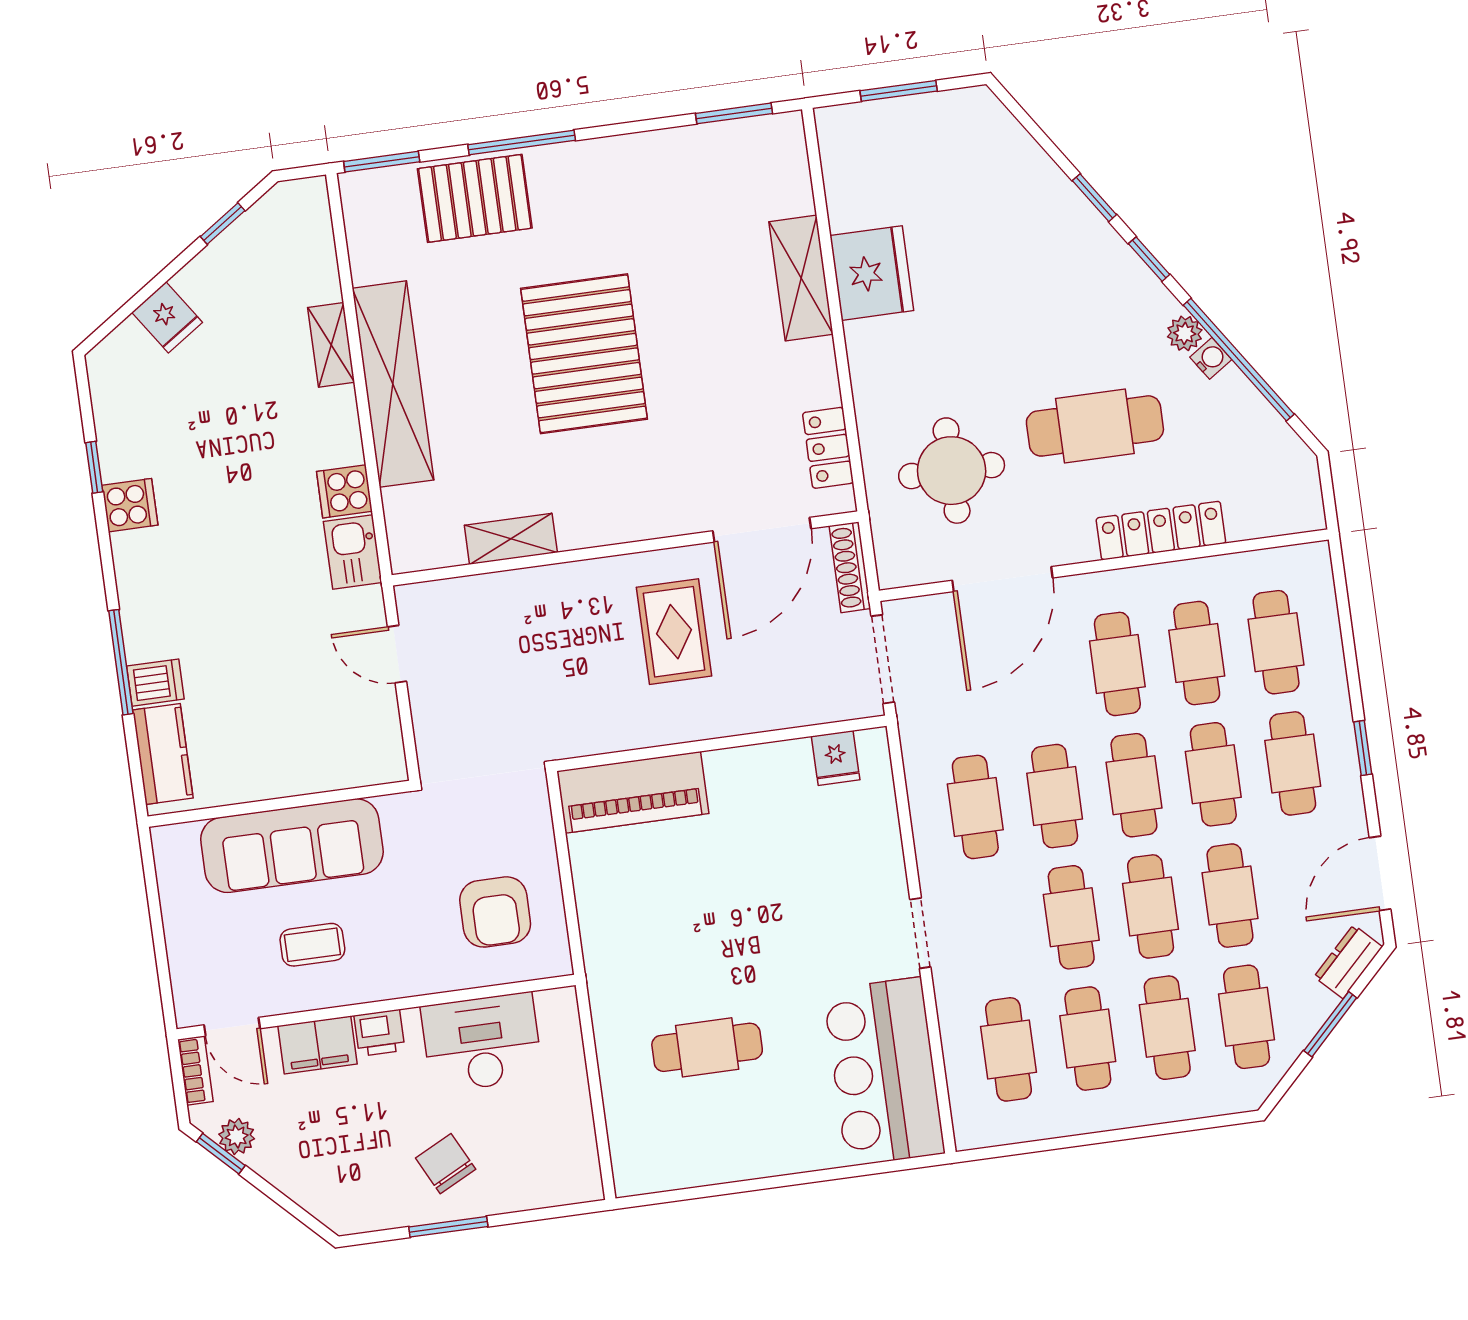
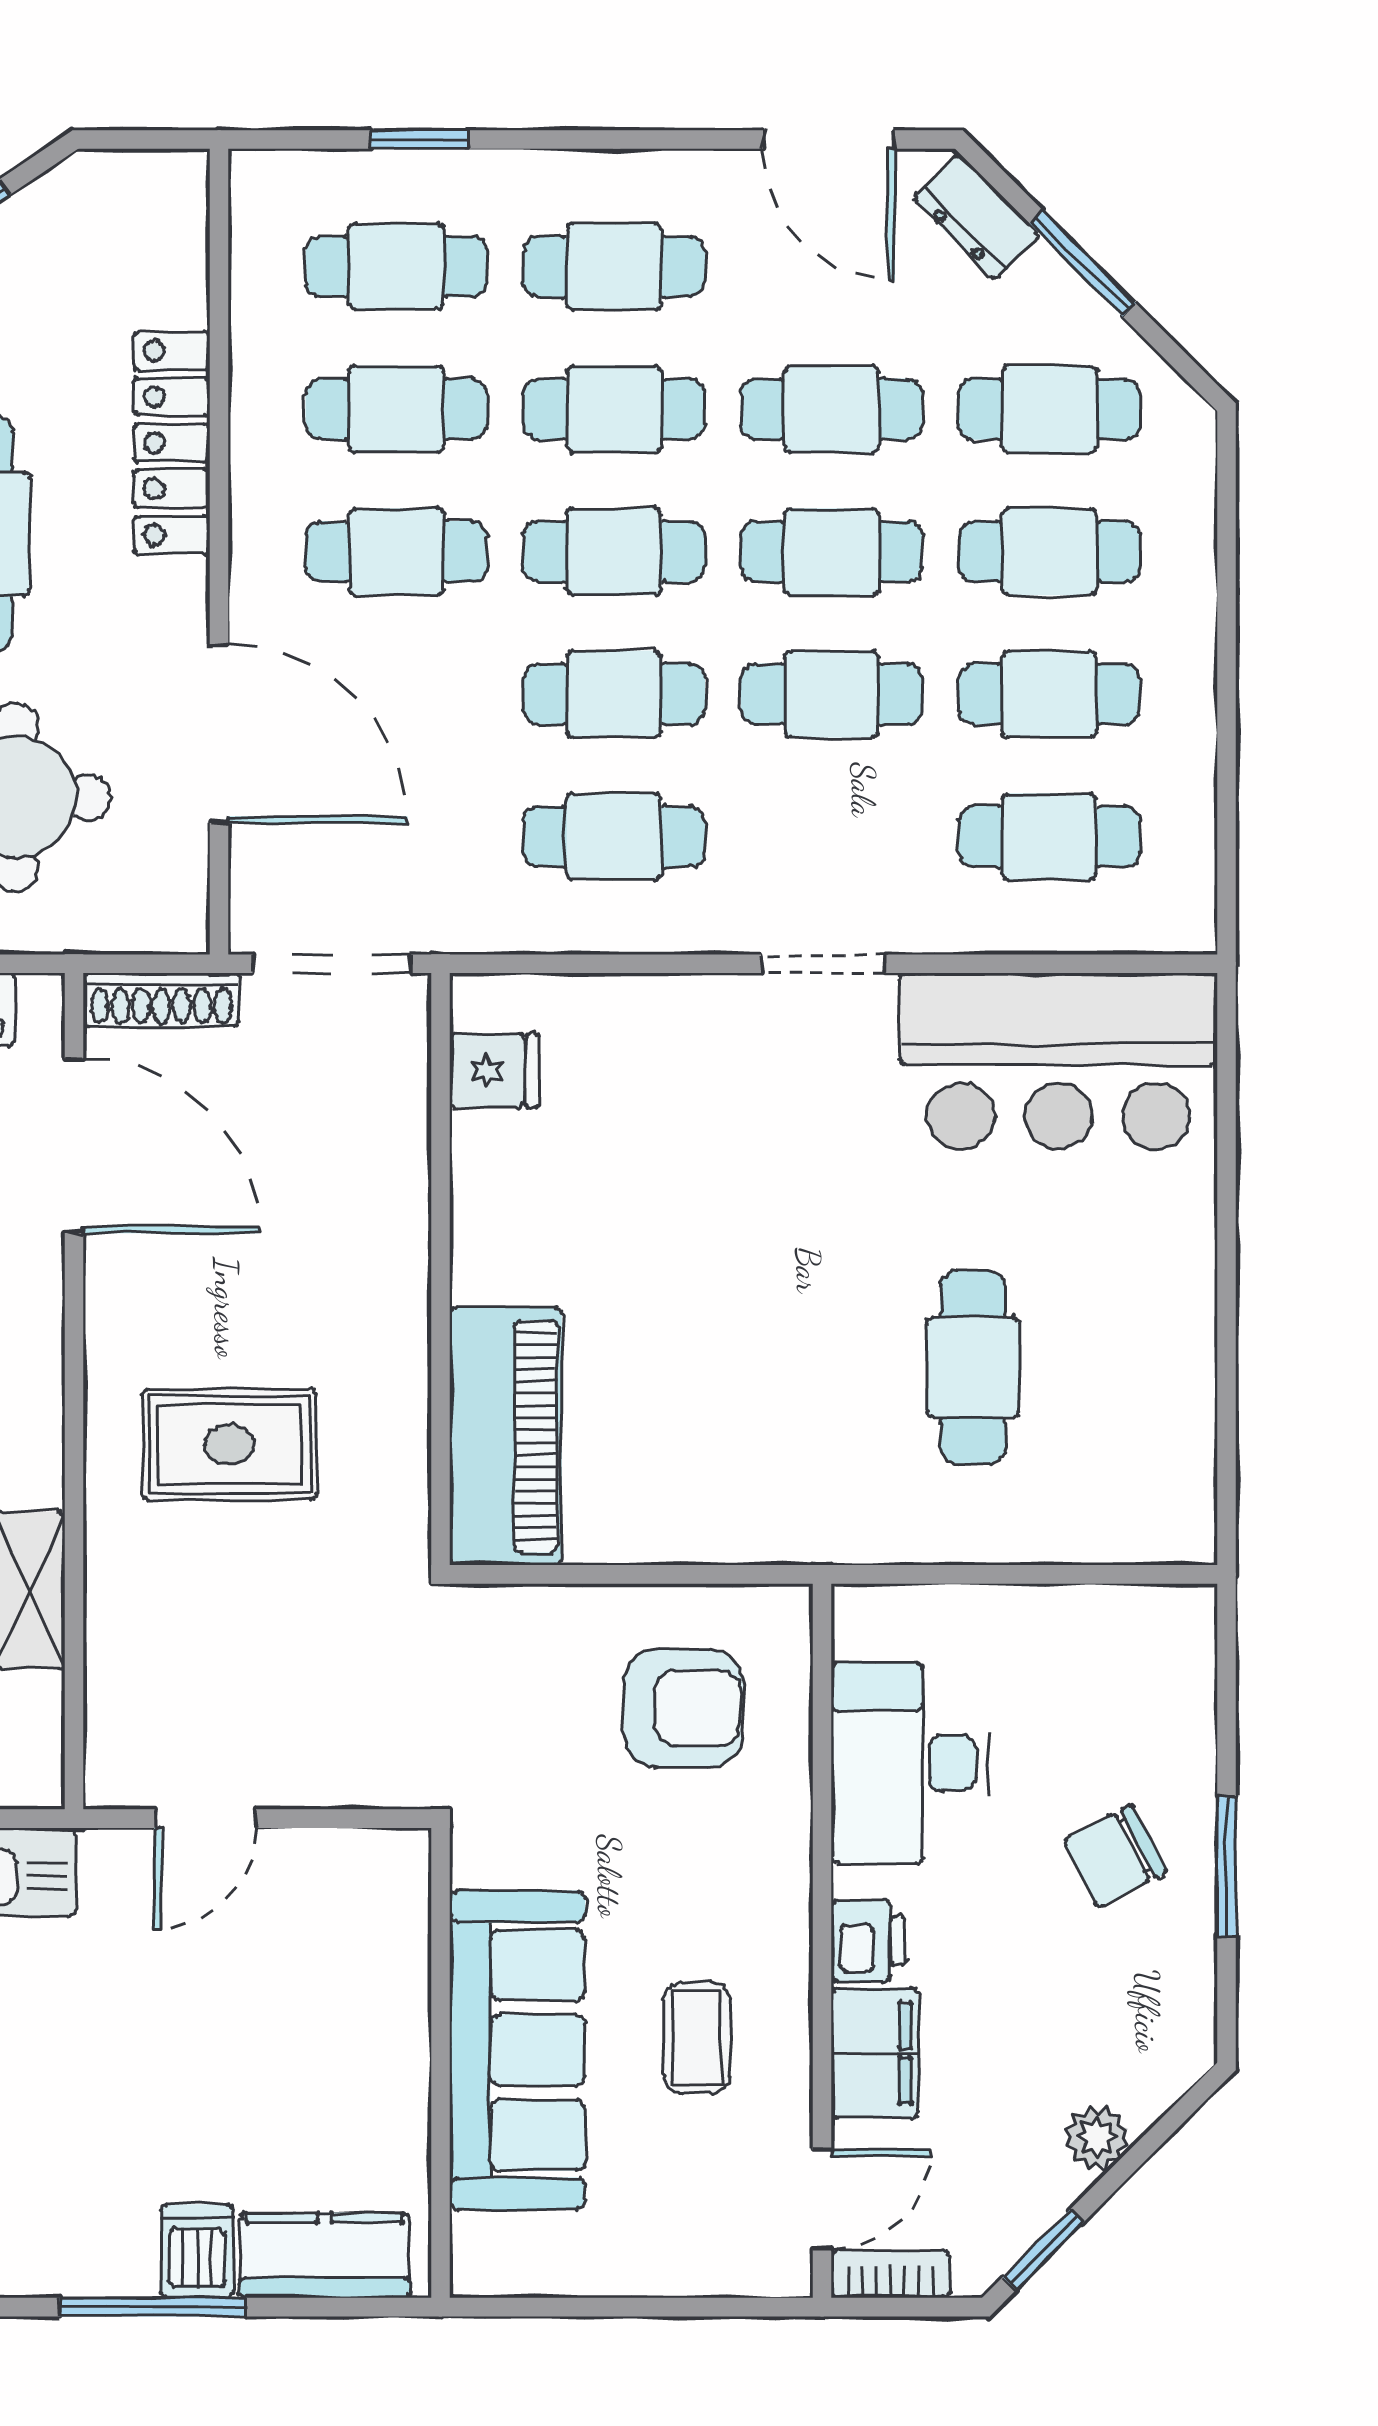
rug: (674, 632) -> (229, 1444), moved
window: (1363, 748) -> (419, 139), moved
plant: (237, 1136) -> (1097, 2137), moved

